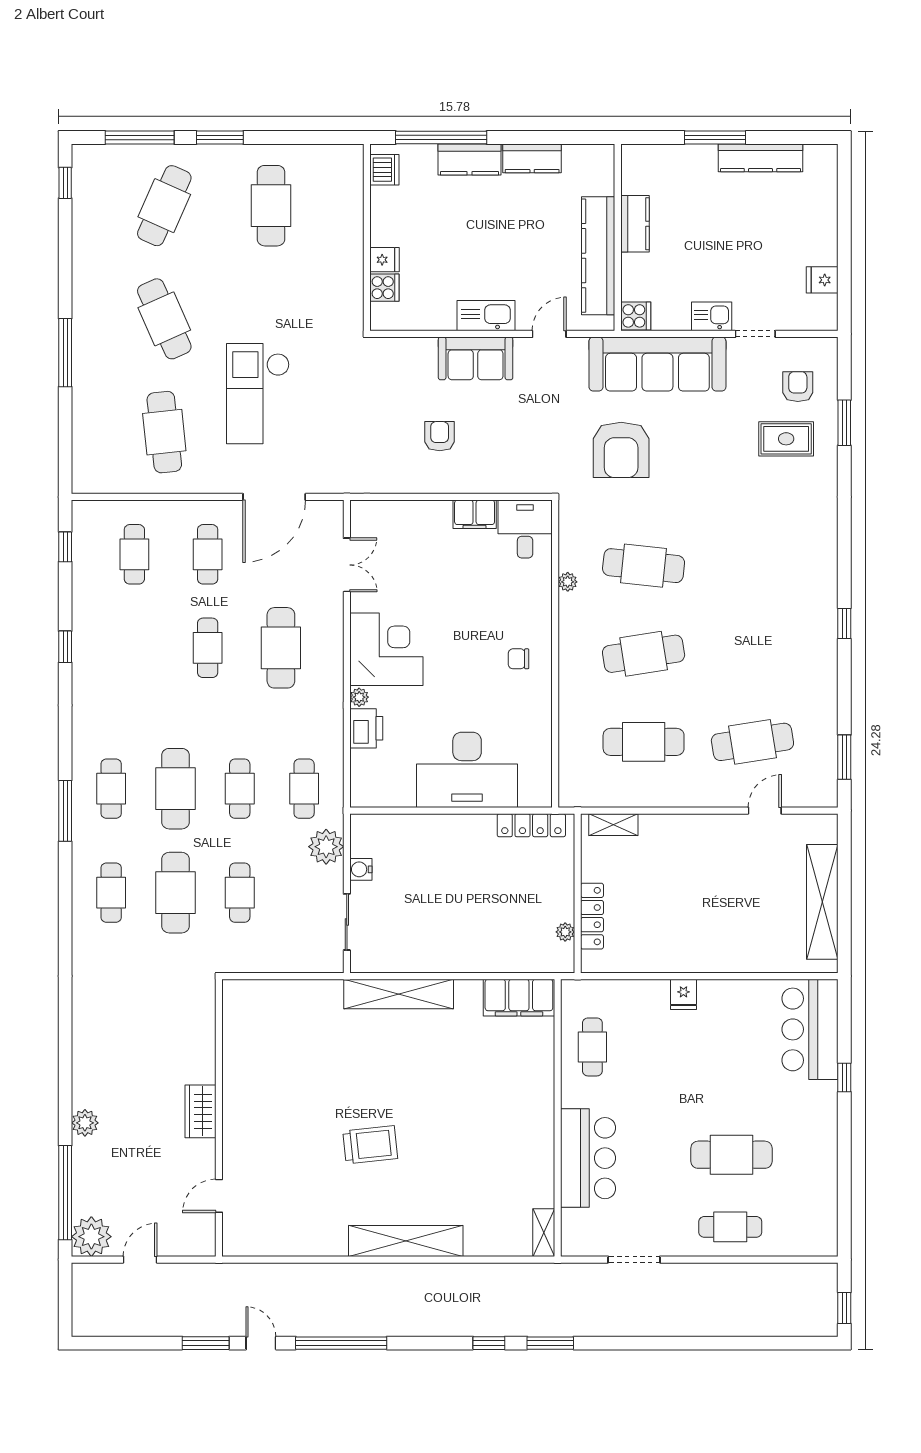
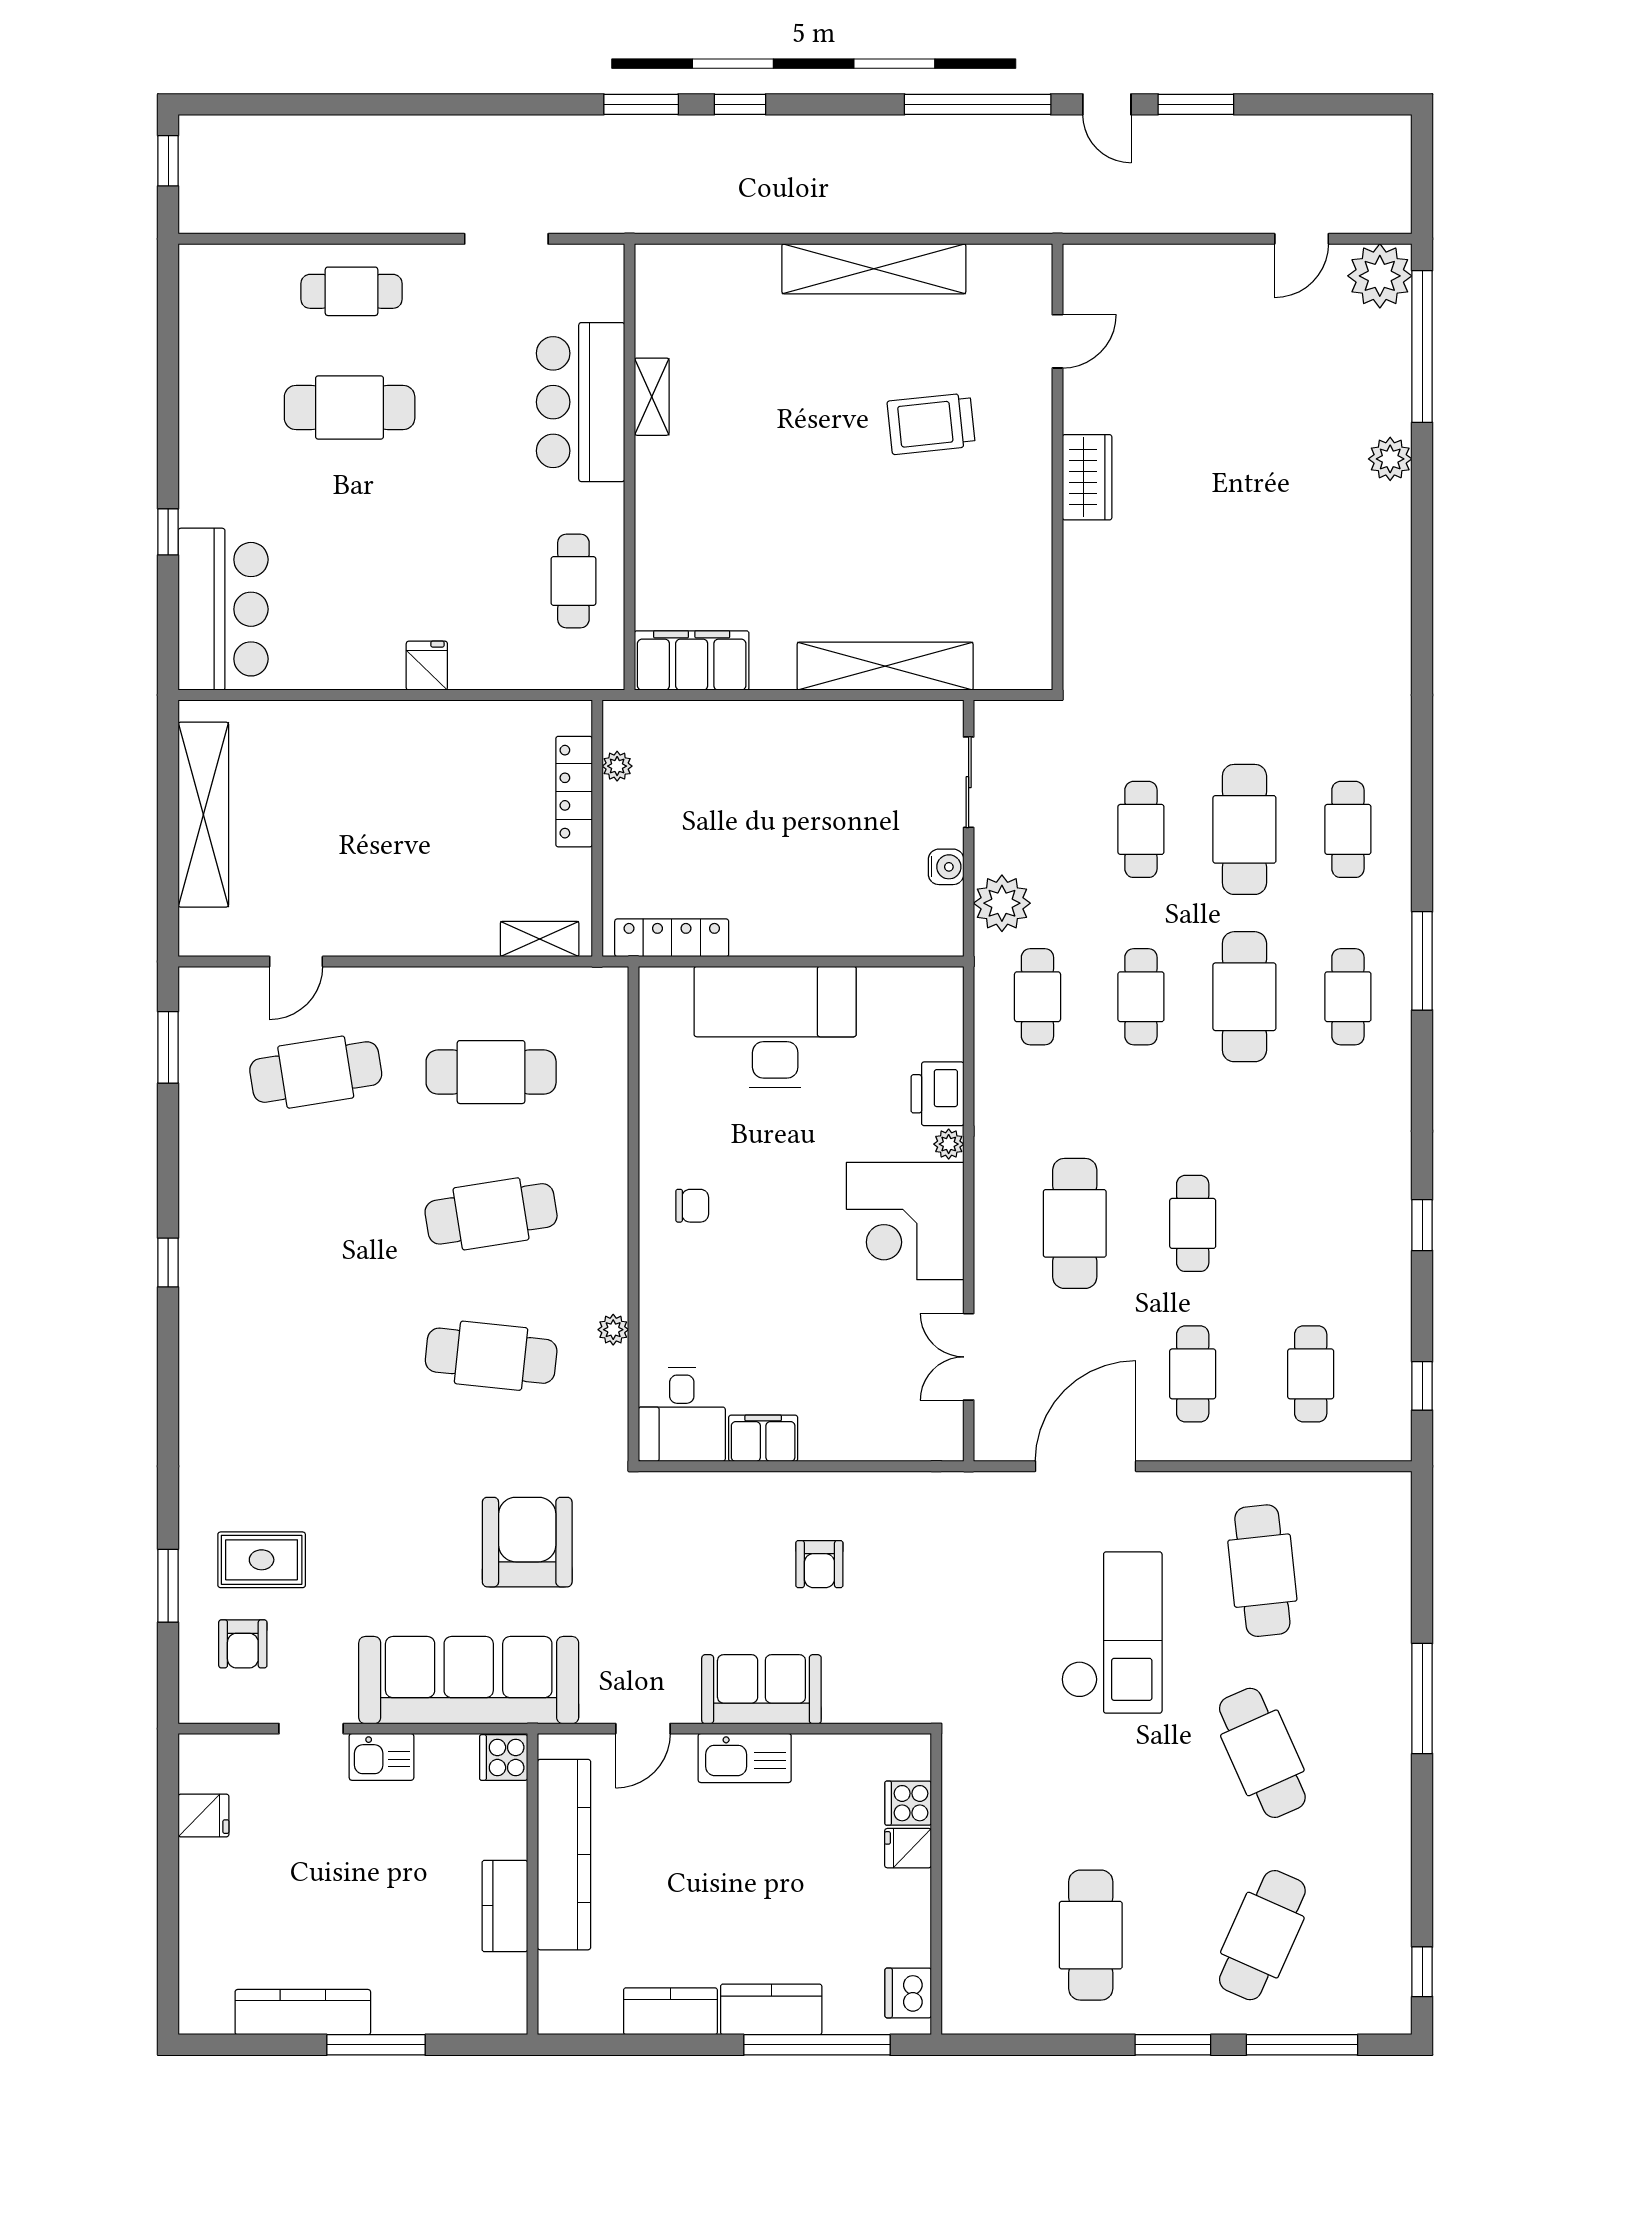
wardrobe: (200, 1111) -> (1087, 477), moved
wall: (219, 1118) -> (1057, 467), moved
door: (219, 1196) -> (1057, 341), moved
shelving: (544, 1233) -> (652, 397), moved

